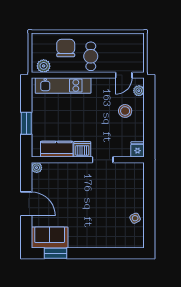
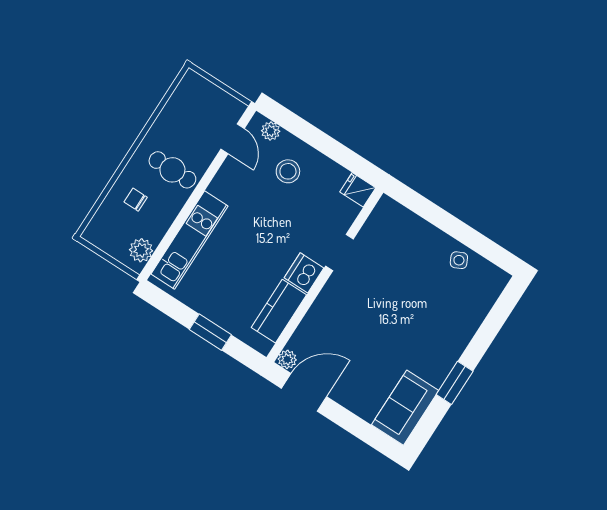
chair: (66, 48) -> (136, 200), width x0.54, depth x0.54
door: (26, 204) -> (304, 392), moved
window: (55, 253) -> (455, 383), moved

